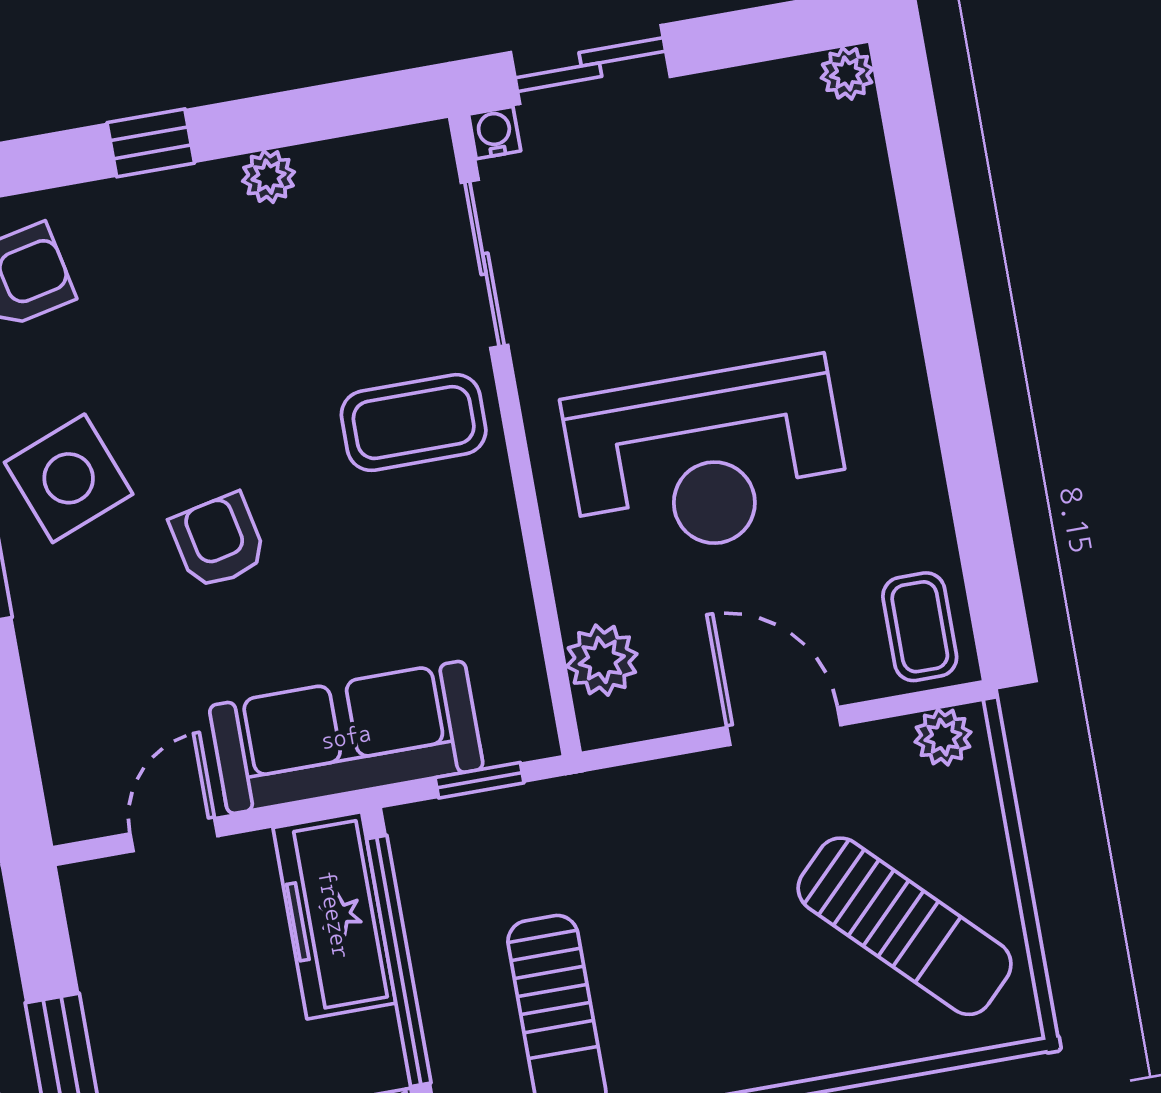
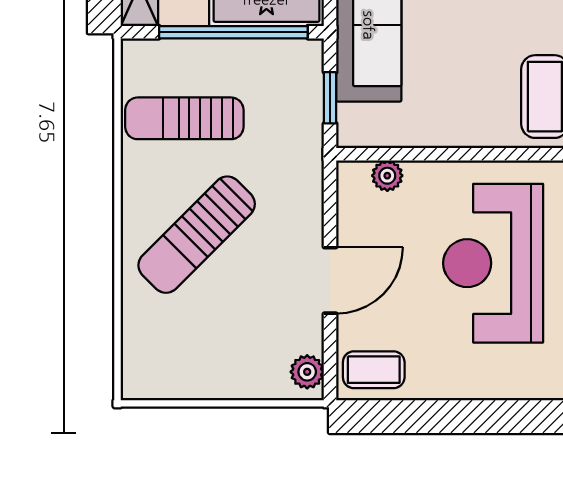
plant: (602, 660) -> (387, 176), width x0.73, depth x0.73
sun lounger: (905, 926) -> (197, 235), moved

